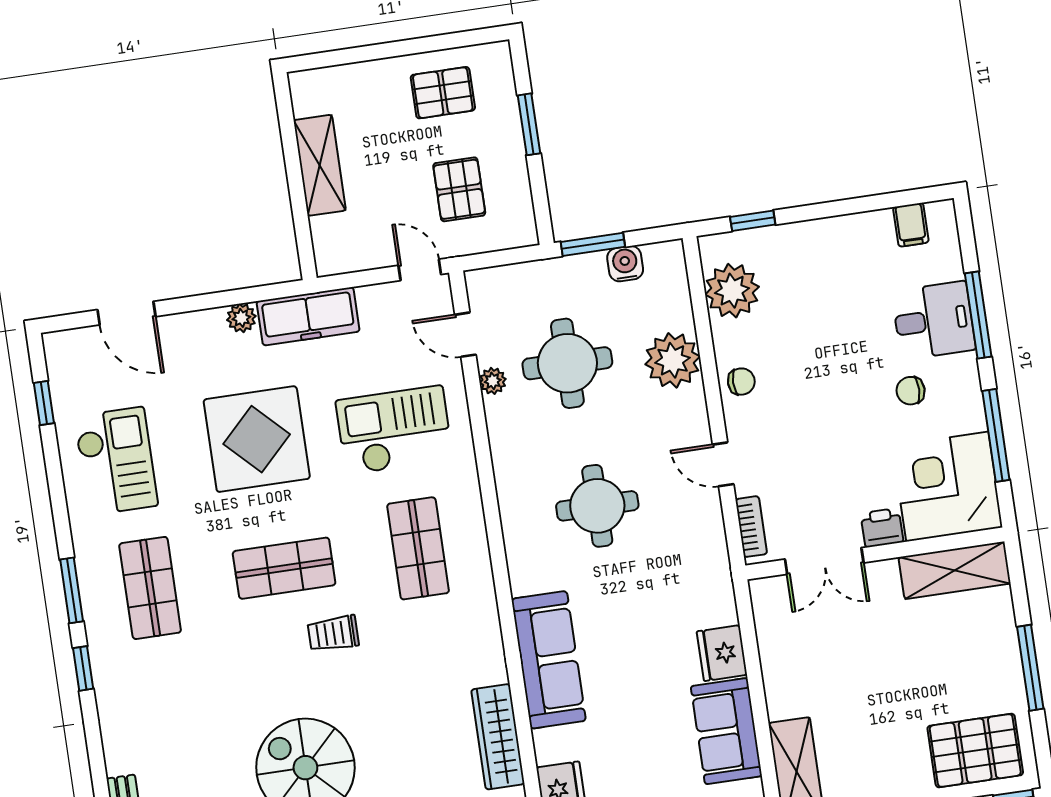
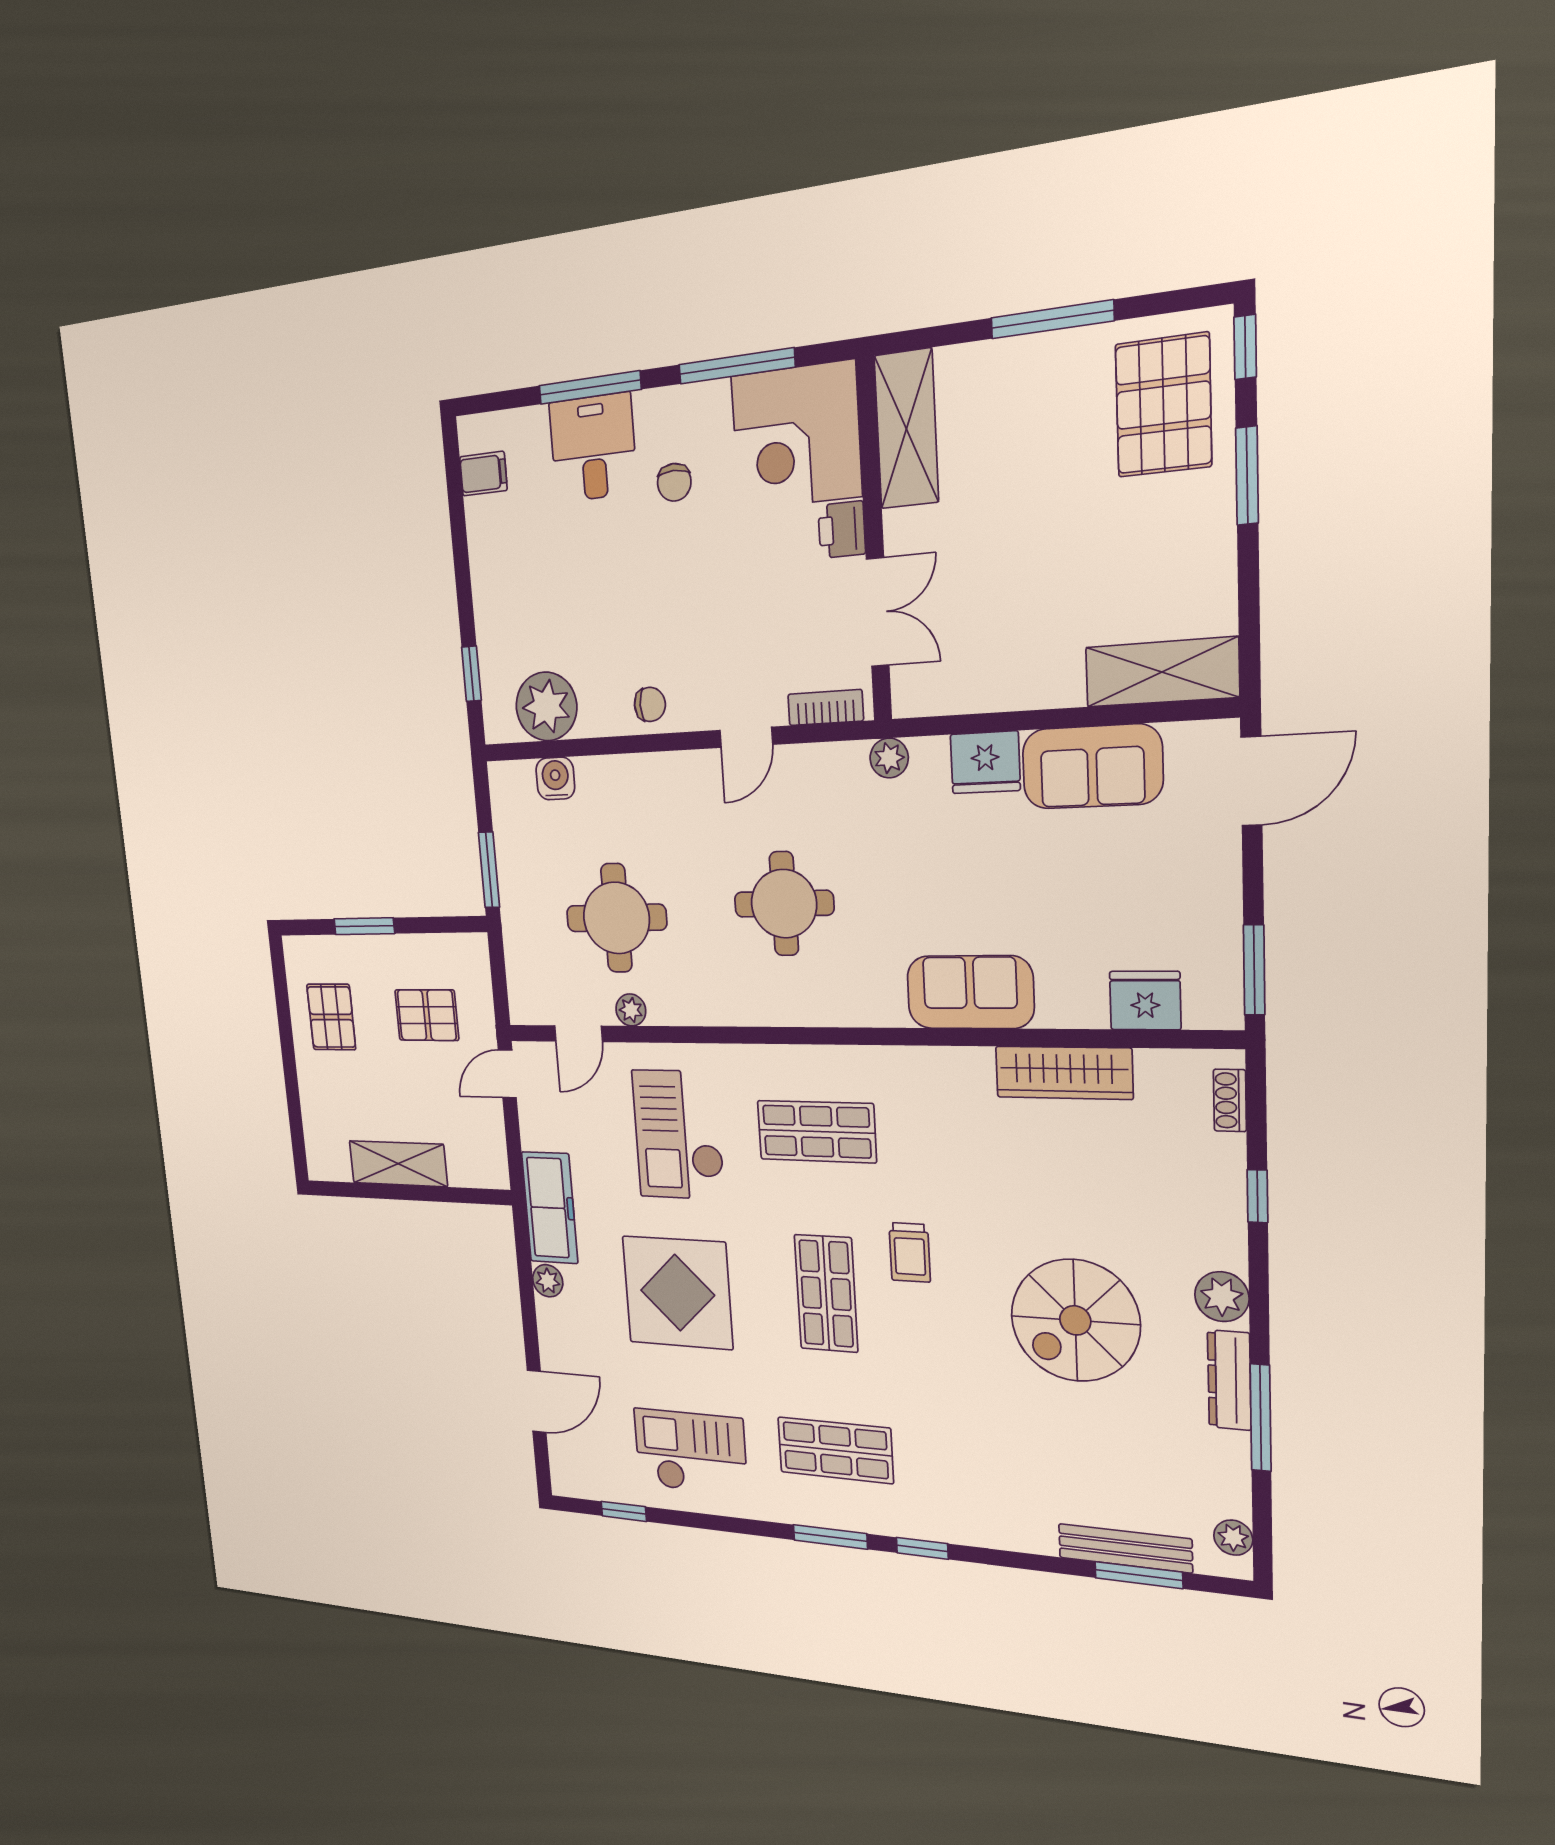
water cooler: (625, 264) -> (555, 778), moved, turned 90
plant: (673, 360) -> (889, 758), moved, width x0.53, depth x0.53
chair: (741, 382) -> (650, 704), turned 90
sofa: (549, 660) -> (970, 992), width x0.73

